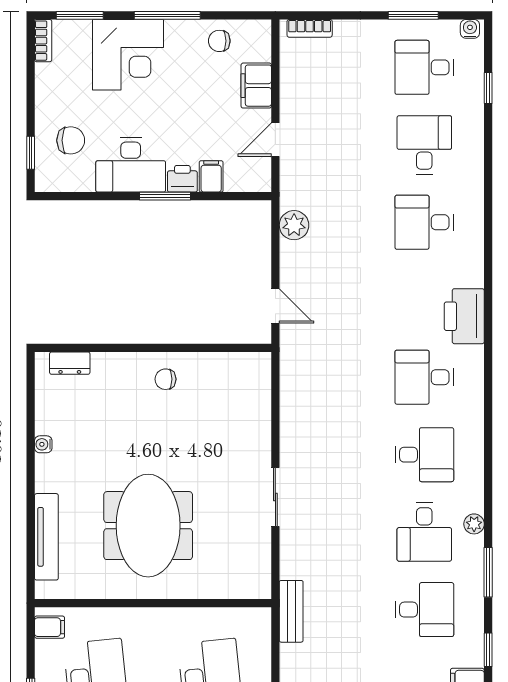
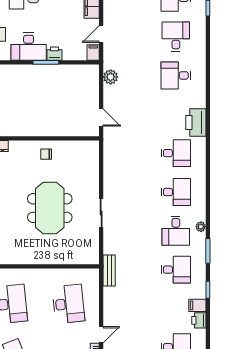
filing cabinet: (211, 176) -> (93, 52), moved
desk: (424, 377) -> (176, 153), turned 180
meeting table: (148, 526) -> (50, 208), moved

